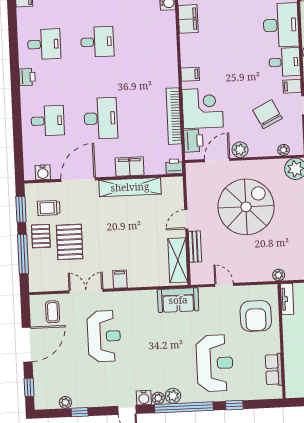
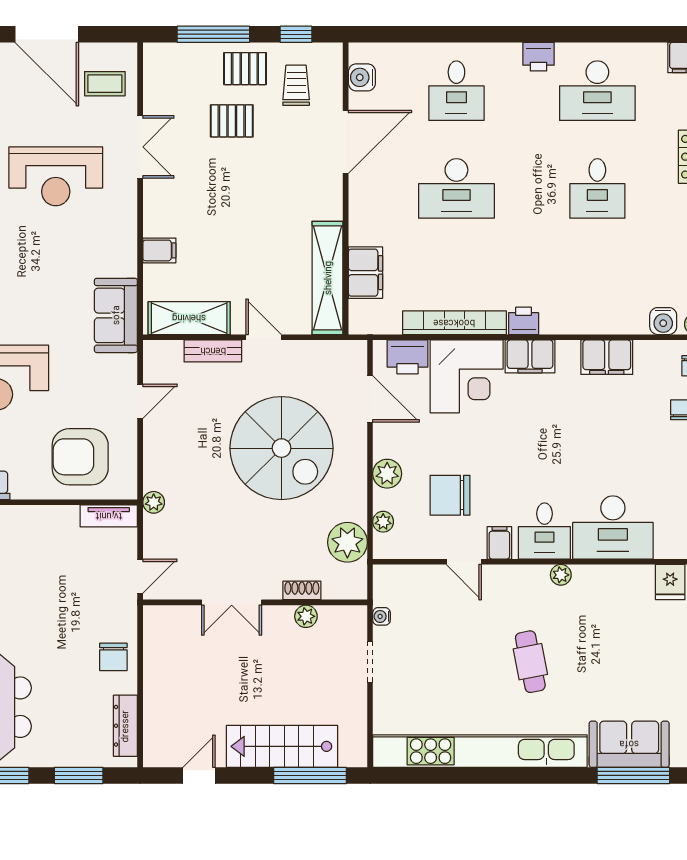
filing cabinet: (188, 19) -> (607, 357), moved
desk: (44, 44) -> (597, 91), width x1.37
filing cabinet: (190, 74) -> (530, 356), width x2.00
chair: (267, 114) -> (450, 495), turned -153
plant: (240, 150) -> (387, 474), moved
filing cabinet: (130, 166) -> (365, 273), moved
printer: (174, 166) -> (524, 321), moved, turned -90
door: (78, 180) -> (346, 142), hinge flipped
shelving: (130, 187) -> (328, 278), moved
window: (21, 209) -> (296, 34), width x0.67
pallet: (70, 242) -> (232, 121), width x0.67, depth x0.71
filing cabinet: (120, 279) -> (159, 250), moved

